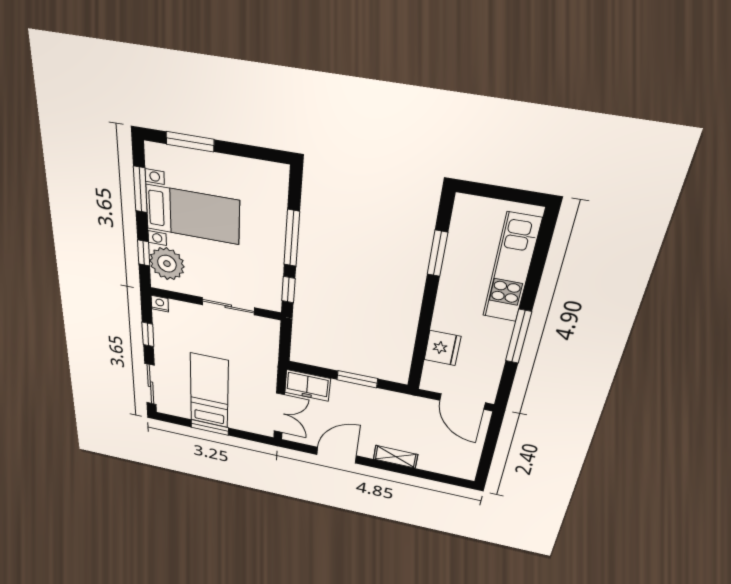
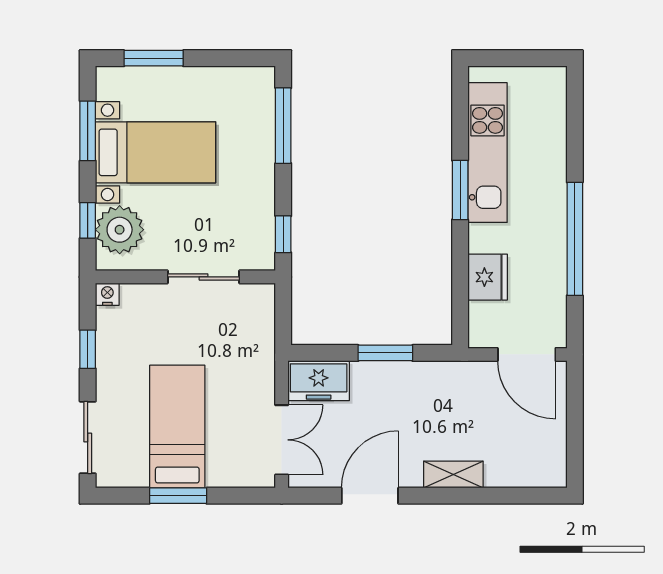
window: (292, 238) -> (283, 126), moved
window: (437, 253) -> (460, 190), moved
kitchen unit: (512, 268) -> (487, 153), moved, turned 180
window: (518, 337) -> (575, 239), width x1.46

